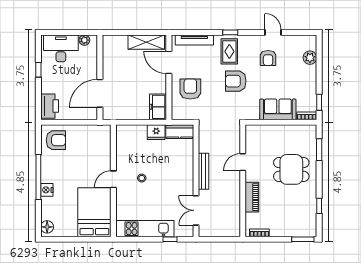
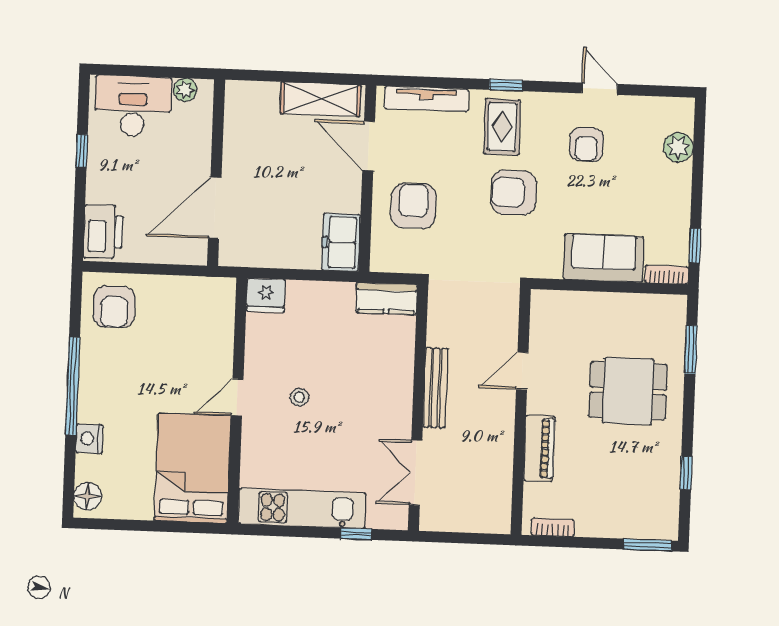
fridge: (156, 132) -> (266, 295), moved
armchair: (56, 140) -> (114, 307), turned 90
nightstand: (47, 190) -> (89, 439), moved

